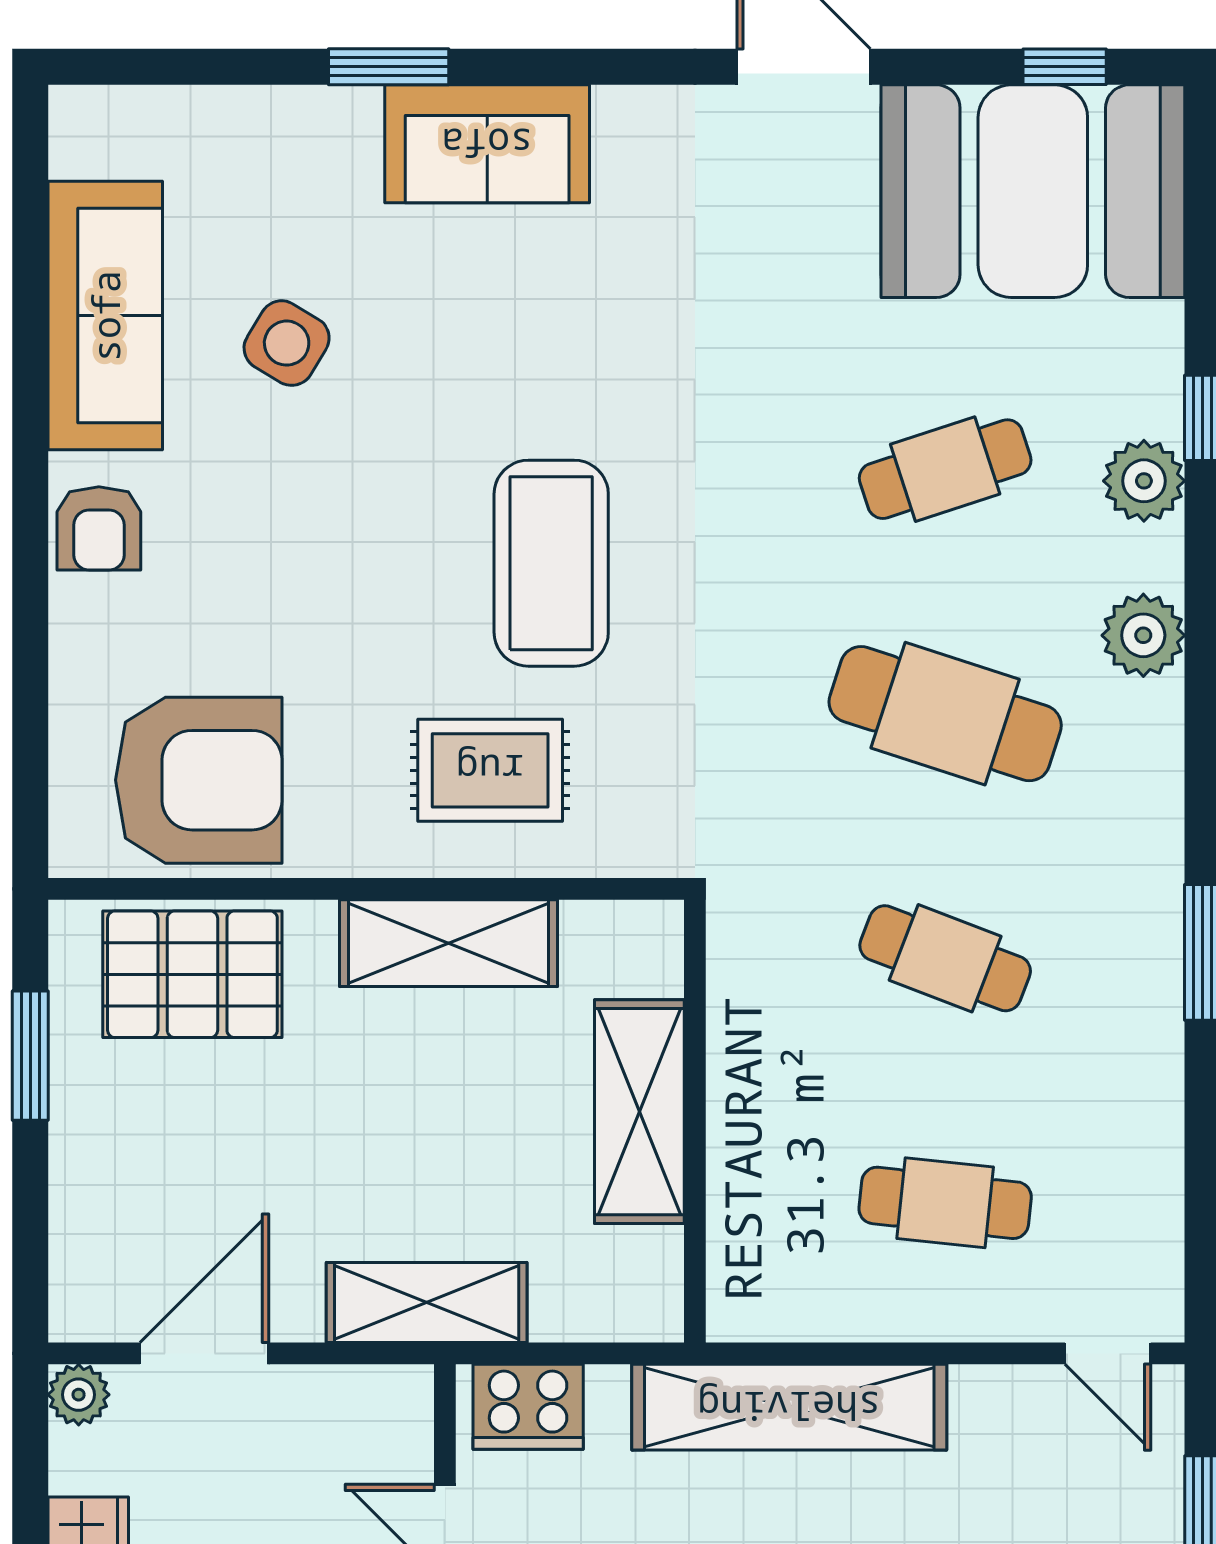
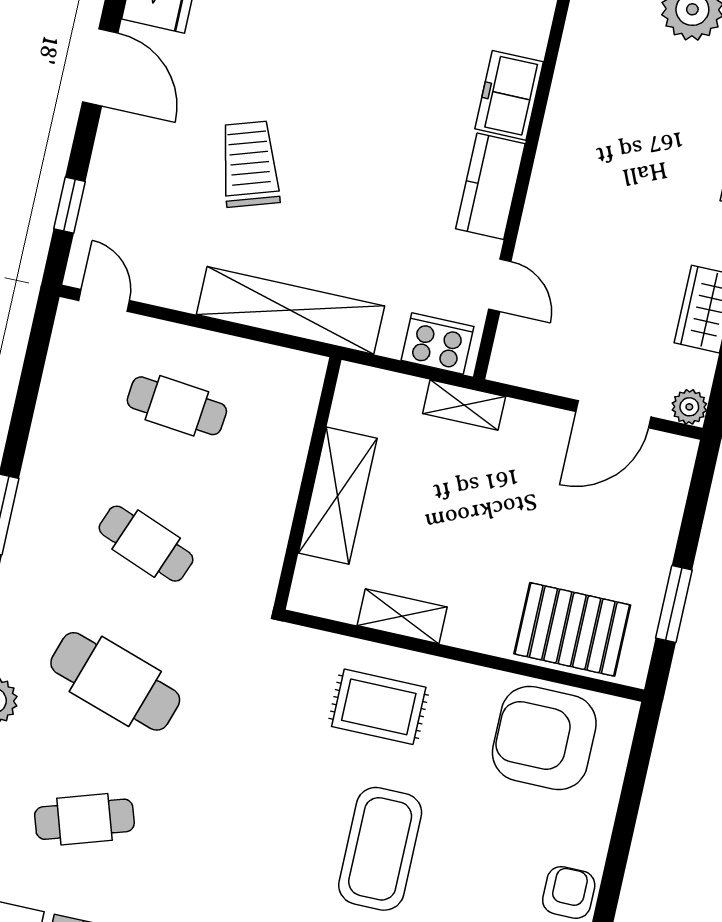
coffee table: (551, 563) -> (380, 849), moved
shelving: (449, 943) -> (402, 616), width x0.67, depth x0.75
shelving: (427, 1303) -> (464, 405), width x0.67, depth x0.75

